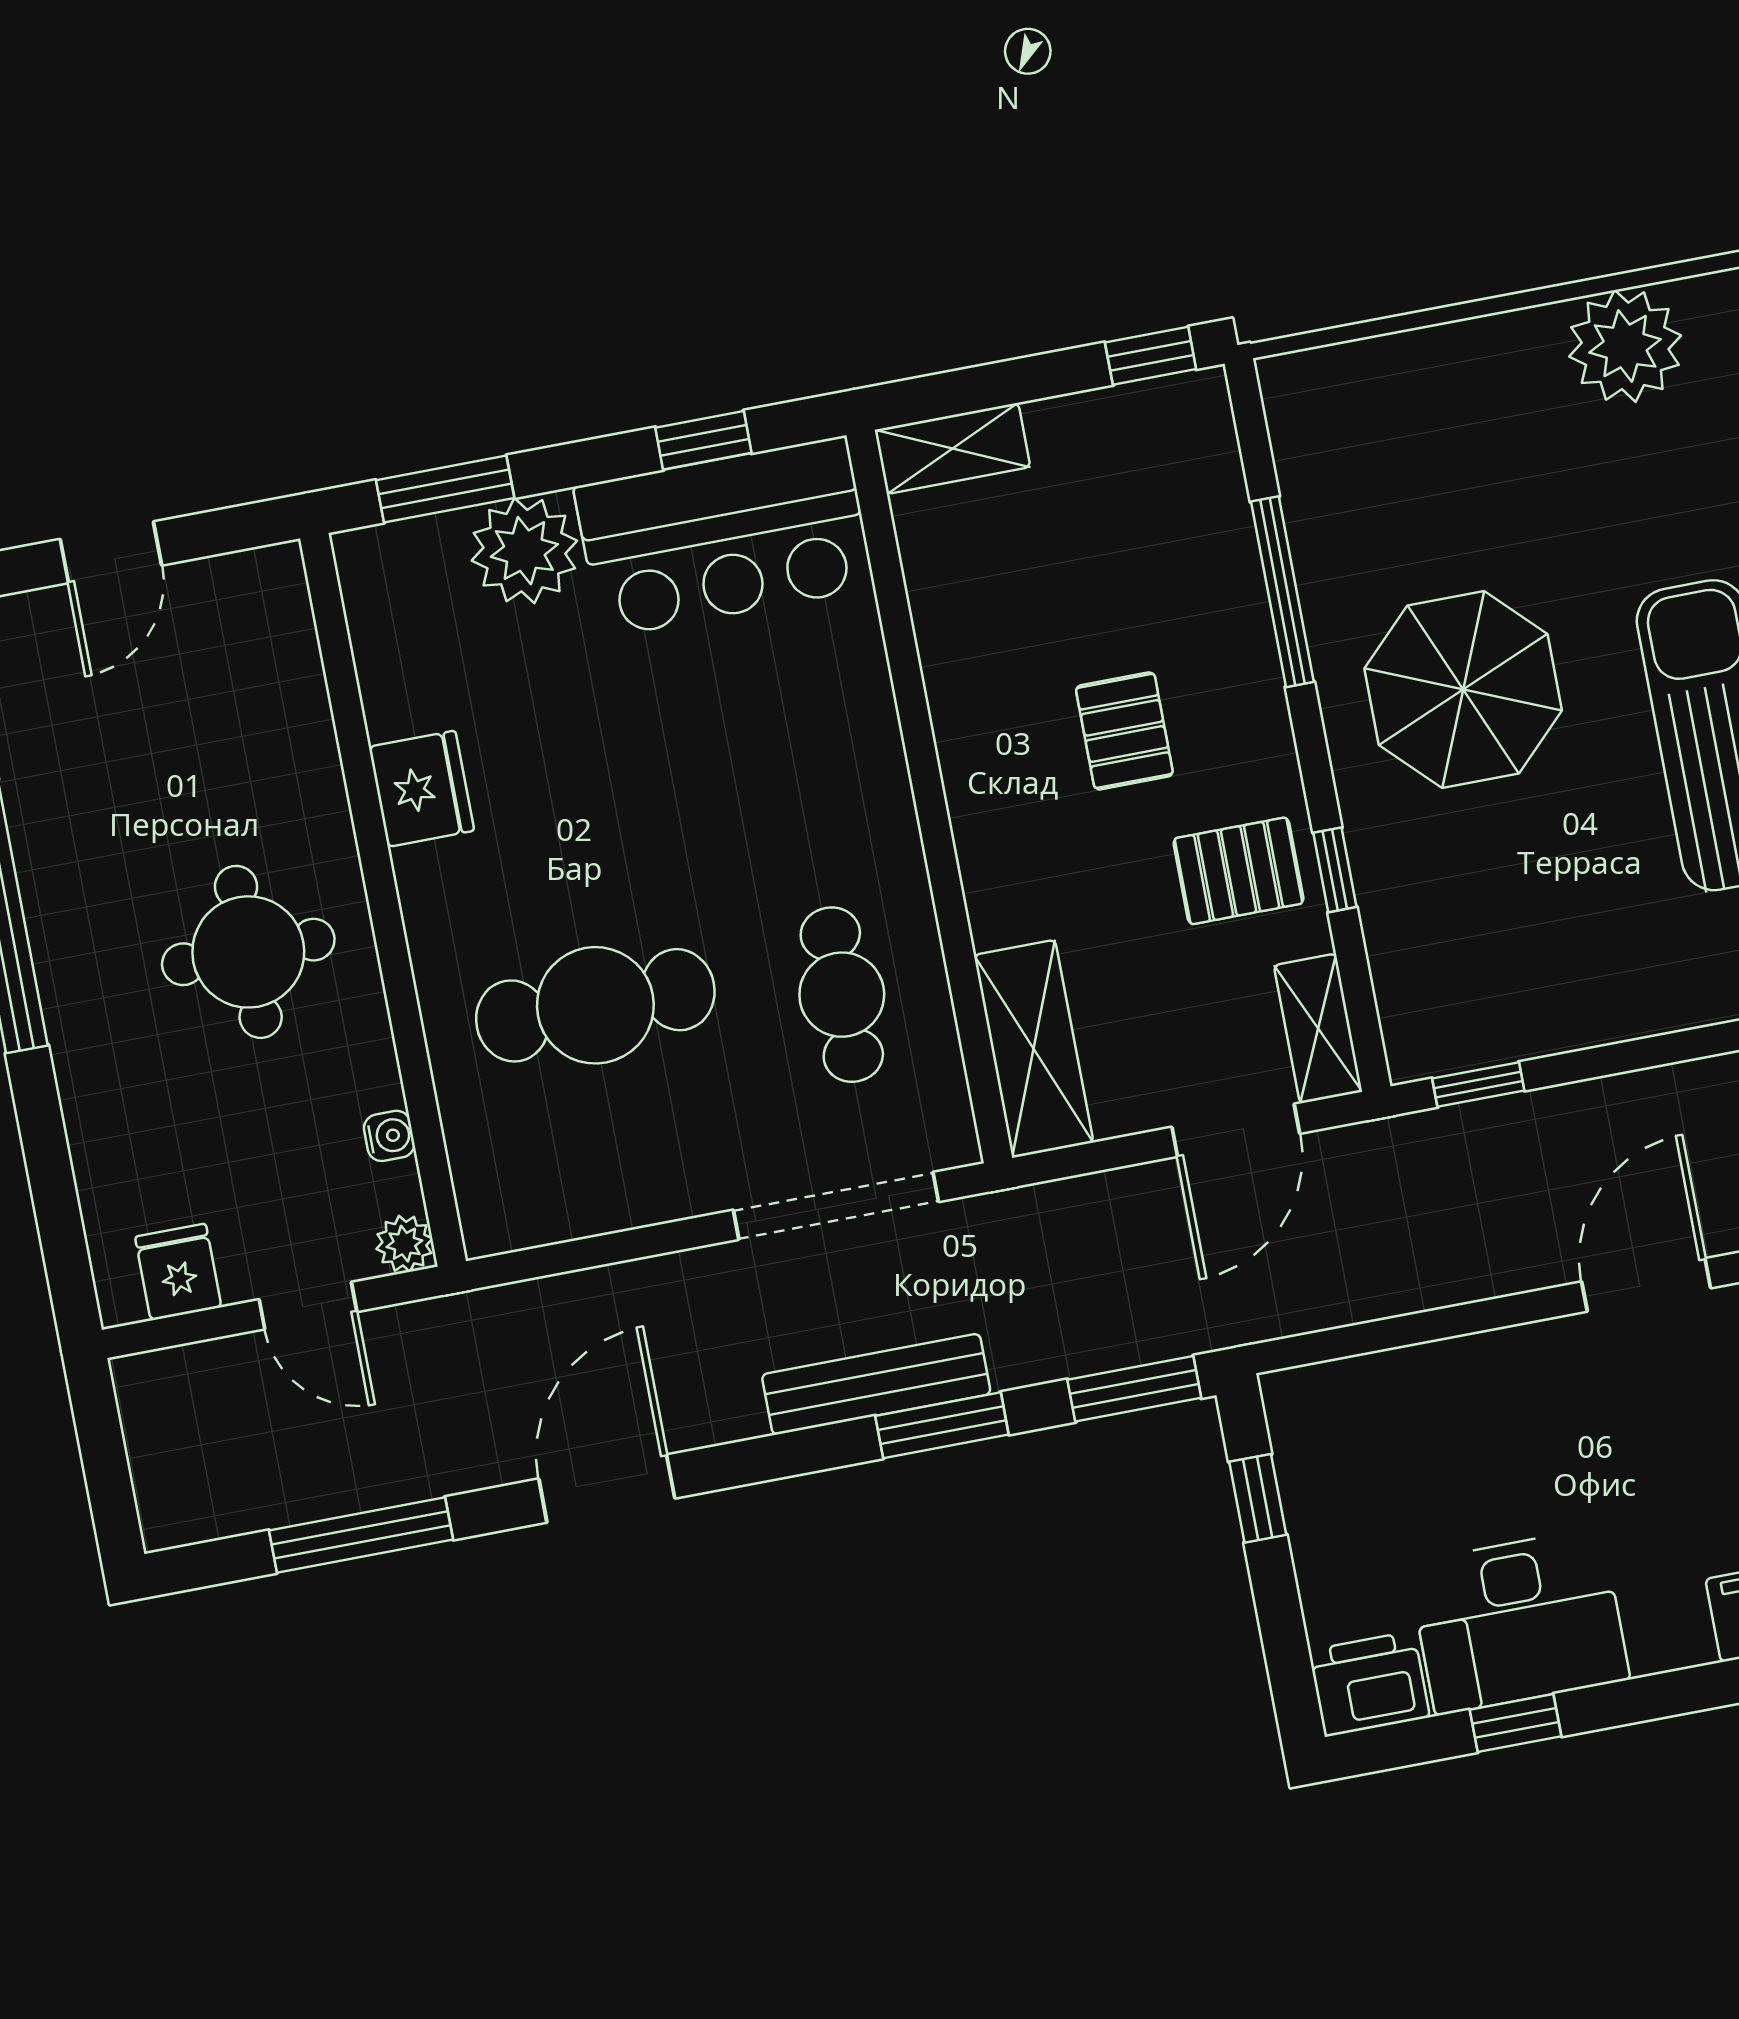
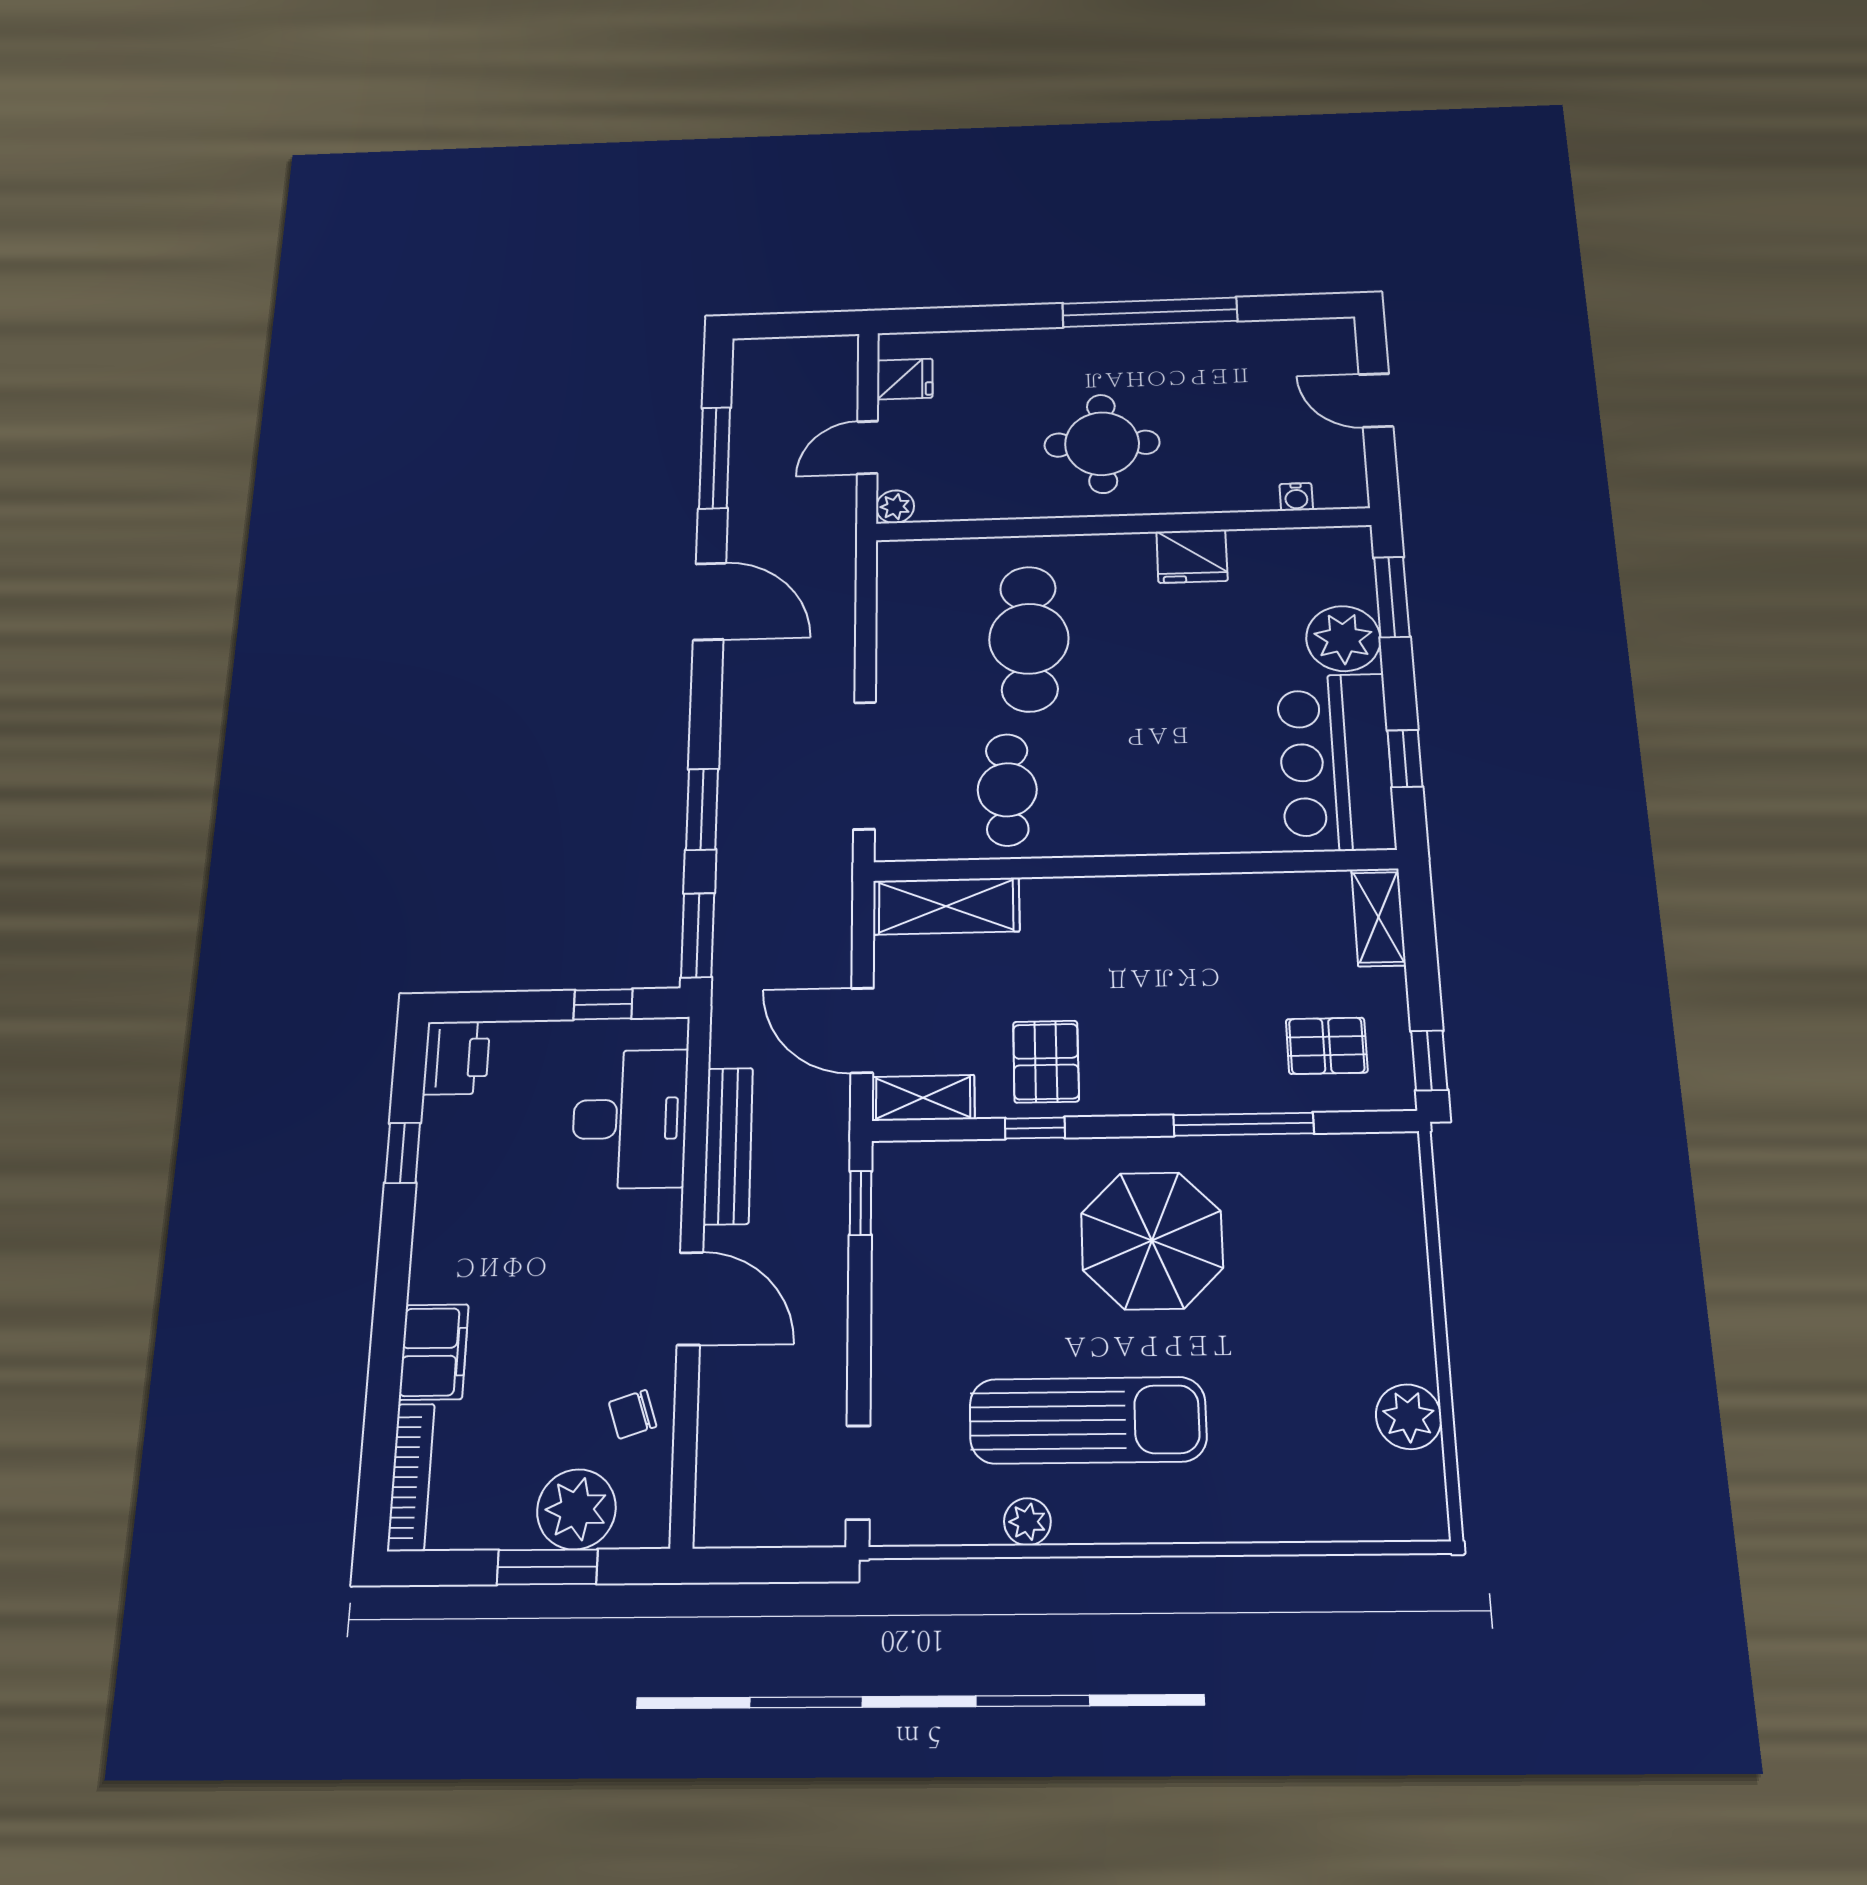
plant: (1625, 346) -> (1409, 1417), width x0.73, depth x0.73
pallet: (1124, 731) -> (1327, 1046), moved
cafe table: (842, 995) -> (1007, 790), turned 90
water cooler: (389, 1136) -> (1296, 497), moved
bench: (876, 1384) -> (728, 1146), moved
desk: (1519, 1621) -> (630, 1119), moved, turned 180

